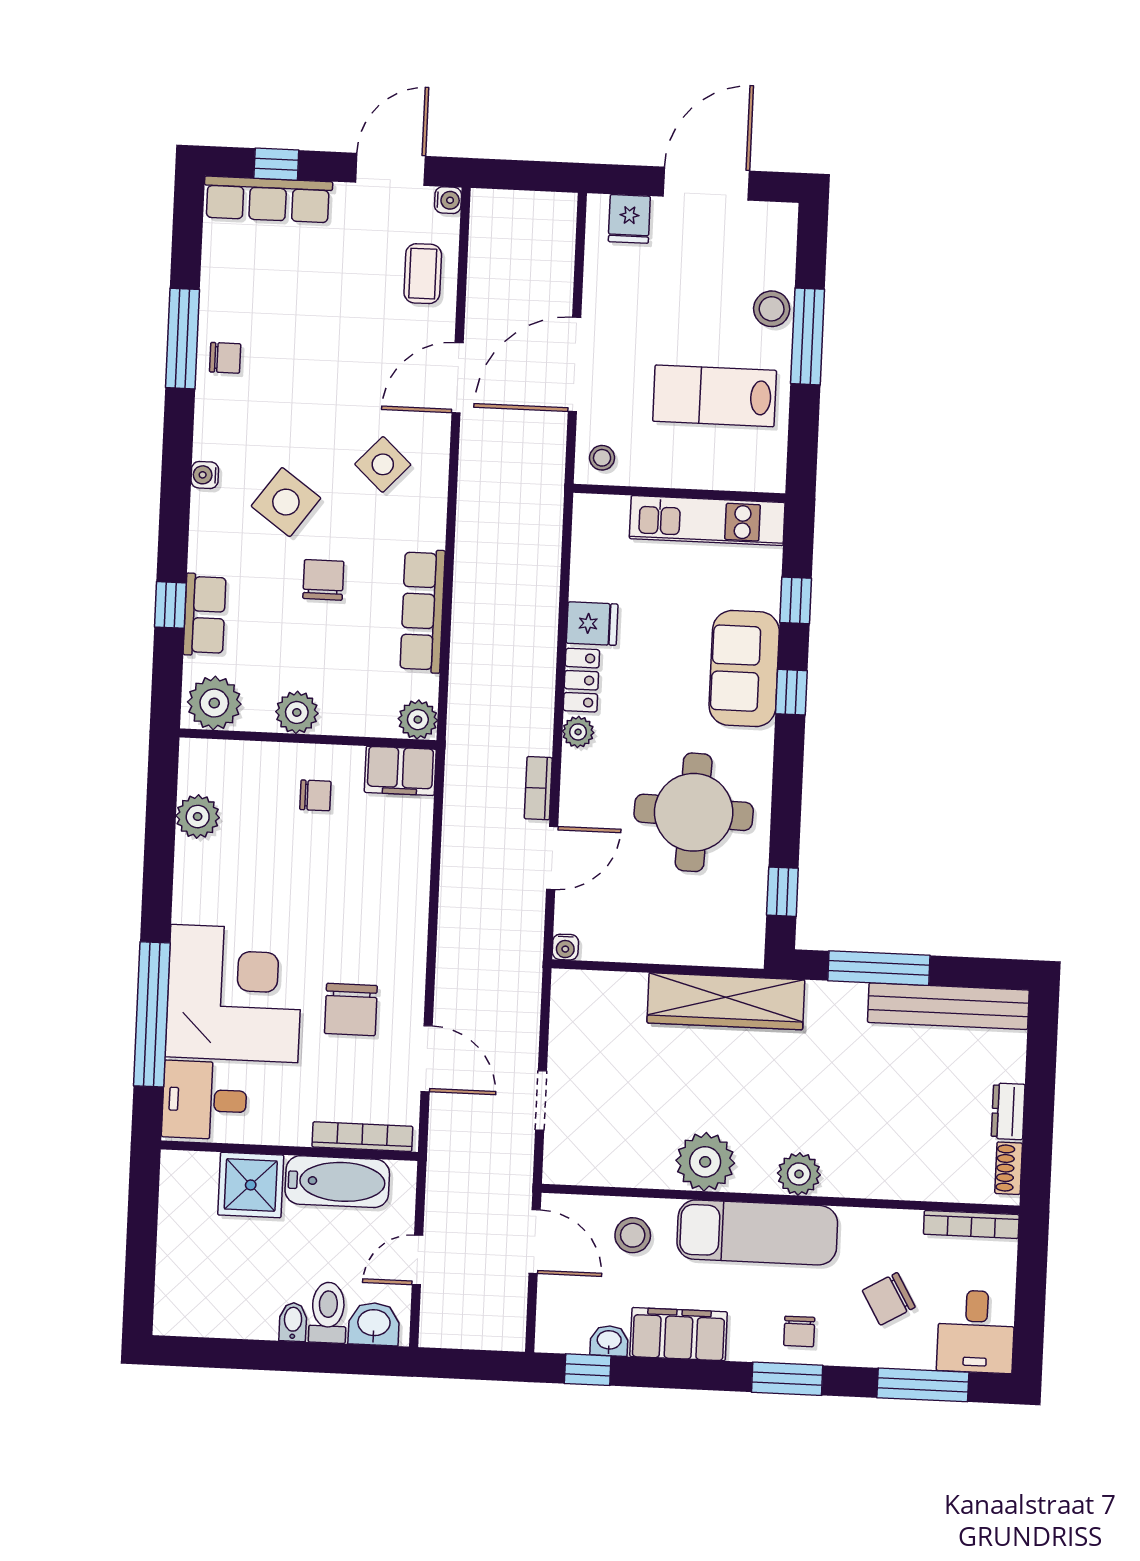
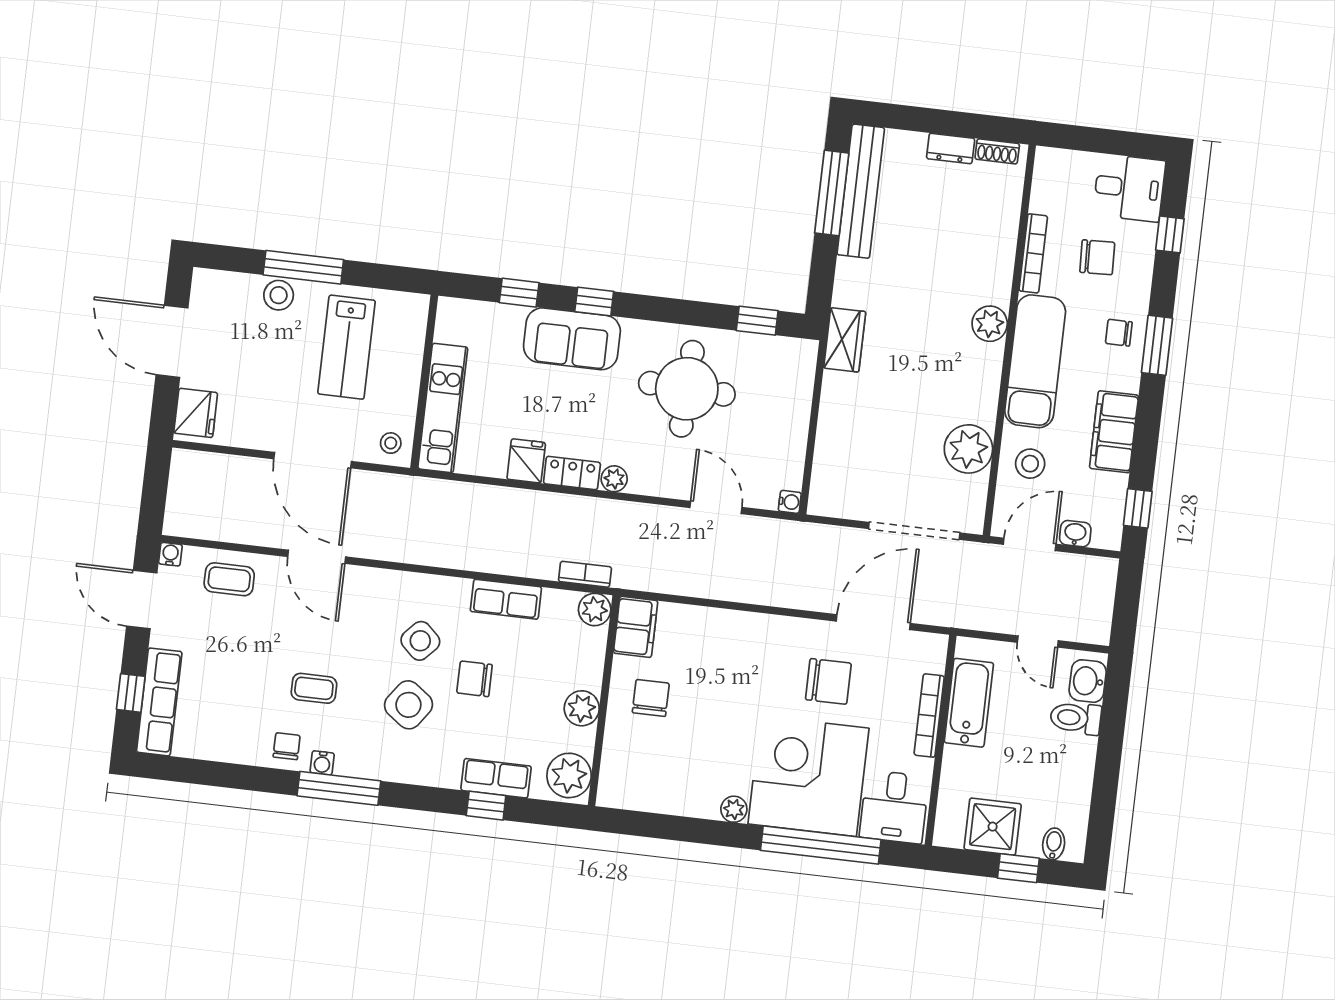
fridge: (629, 219) -> (196, 413), width x1.38
window: (183, 339) -> (339, 788), moved
coffee table: (298, 386) -> (314, 688), added
side table: (383, 464) -> (420, 641), moved
water cooler: (205, 475) -> (322, 763), moved
kitchen unit: (707, 521) -> (443, 408), moved
row of seats: (423, 611) -> (506, 599), width x0.68
bookcase: (538, 788) -> (585, 574), moved, turned 180
chair: (315, 795) -> (651, 698), width x1.37, depth x1.37
plant: (198, 817) -> (734, 809), moved, width x0.73, depth x0.73
window: (879, 968) -> (832, 193), moved
wardrobe: (726, 1001) -> (845, 340), width x0.48, depth x0.85
door: (427, 1059) -> (873, 622), width x1.36
doorway: (541, 1100) -> (914, 531), width x1.88
bookcase: (362, 1137) -> (929, 716), moved
plant: (705, 1162) -> (968, 449), moved
shower: (251, 1185) -> (993, 827), moved
bookcase: (971, 1224) -> (1033, 253), moved
window: (141, 1256) -> (1018, 868), added
chair: (889, 1299) -> (1097, 257), turned -62
bidet: (293, 1322) -> (1054, 844), moved, turned 90
chair: (799, 1331) -> (1119, 333), turned 180
washbasin: (609, 1341) -> (1075, 534), moved, turned 90
window: (923, 1385) -> (1170, 234), width x0.46

